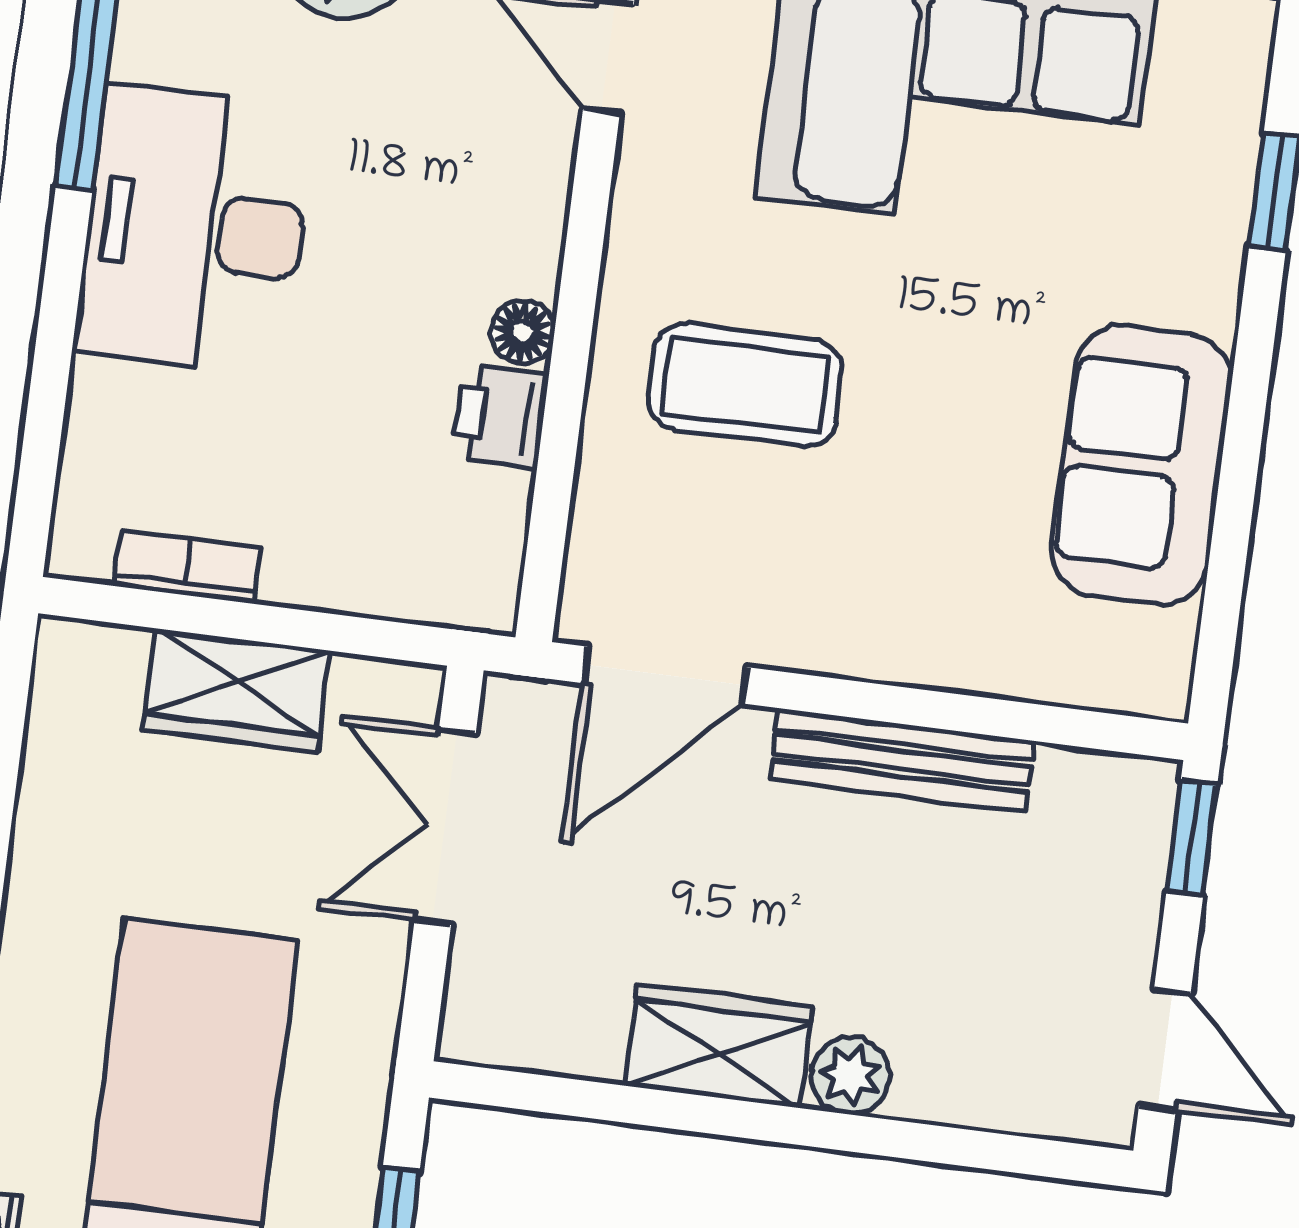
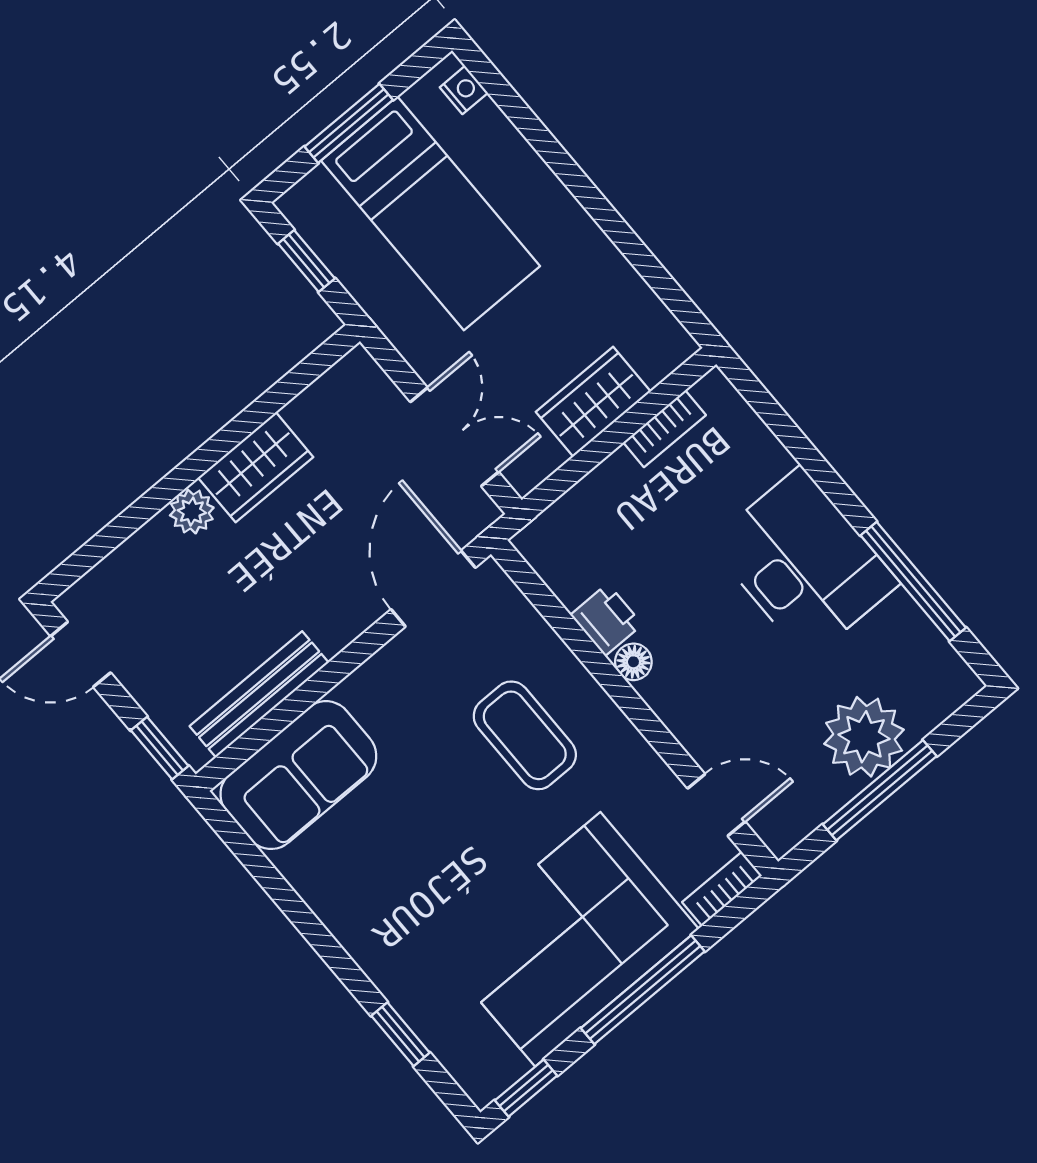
coffee table: (745, 385) -> (525, 735), turned 90
sofa: (1142, 465) -> (298, 775), moved, turned 90
bench: (902, 760) -> (259, 694), moved

